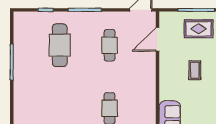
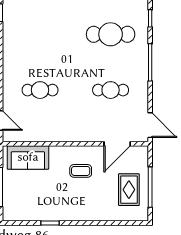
door: (158, 39) -> (117, 144), swing flipped
coffee table: (195, 70) -> (81, 171), moved

